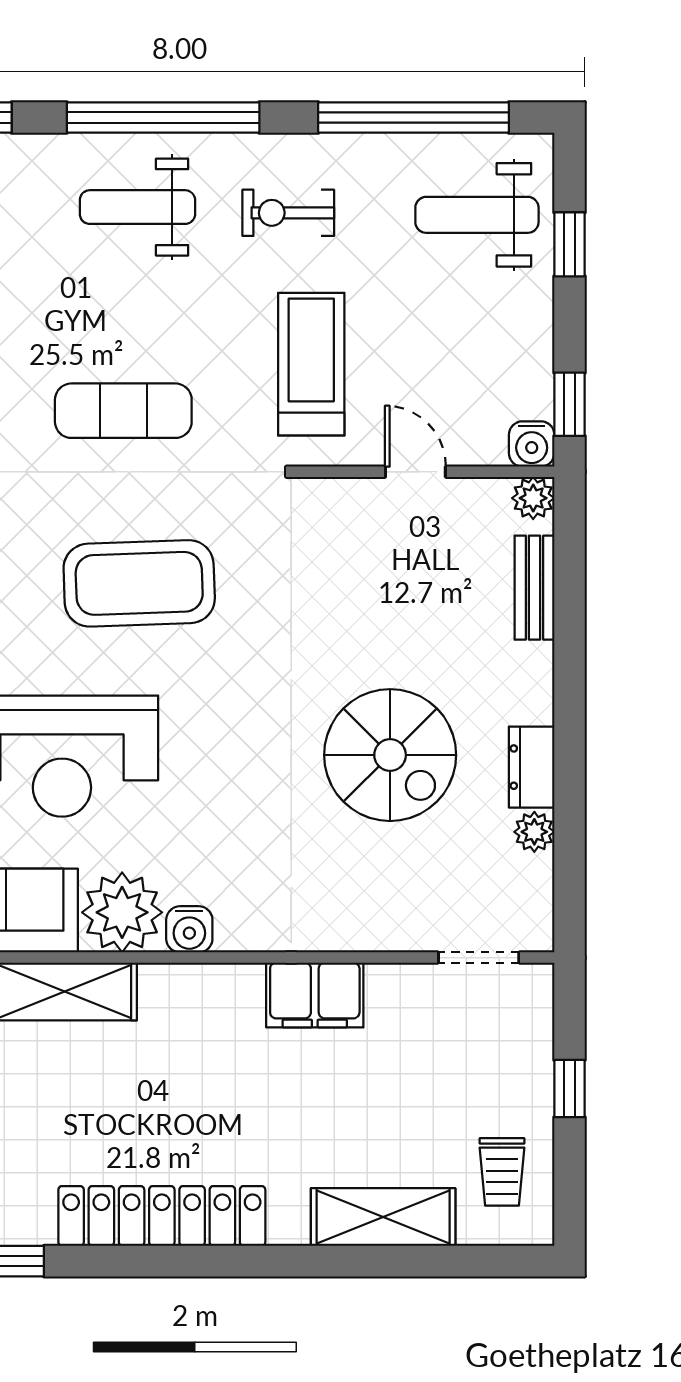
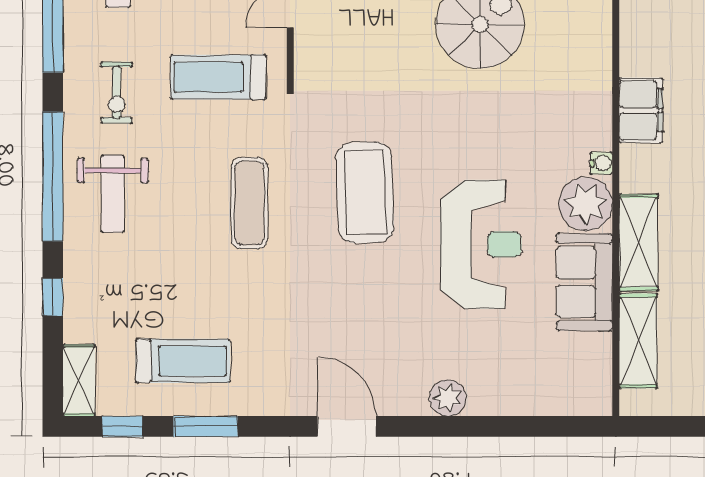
water cooler: (189, 929) -> (601, 163), width x0.72, depth x0.72
filing cabinet: (315, 995) -> (641, 110), moved

